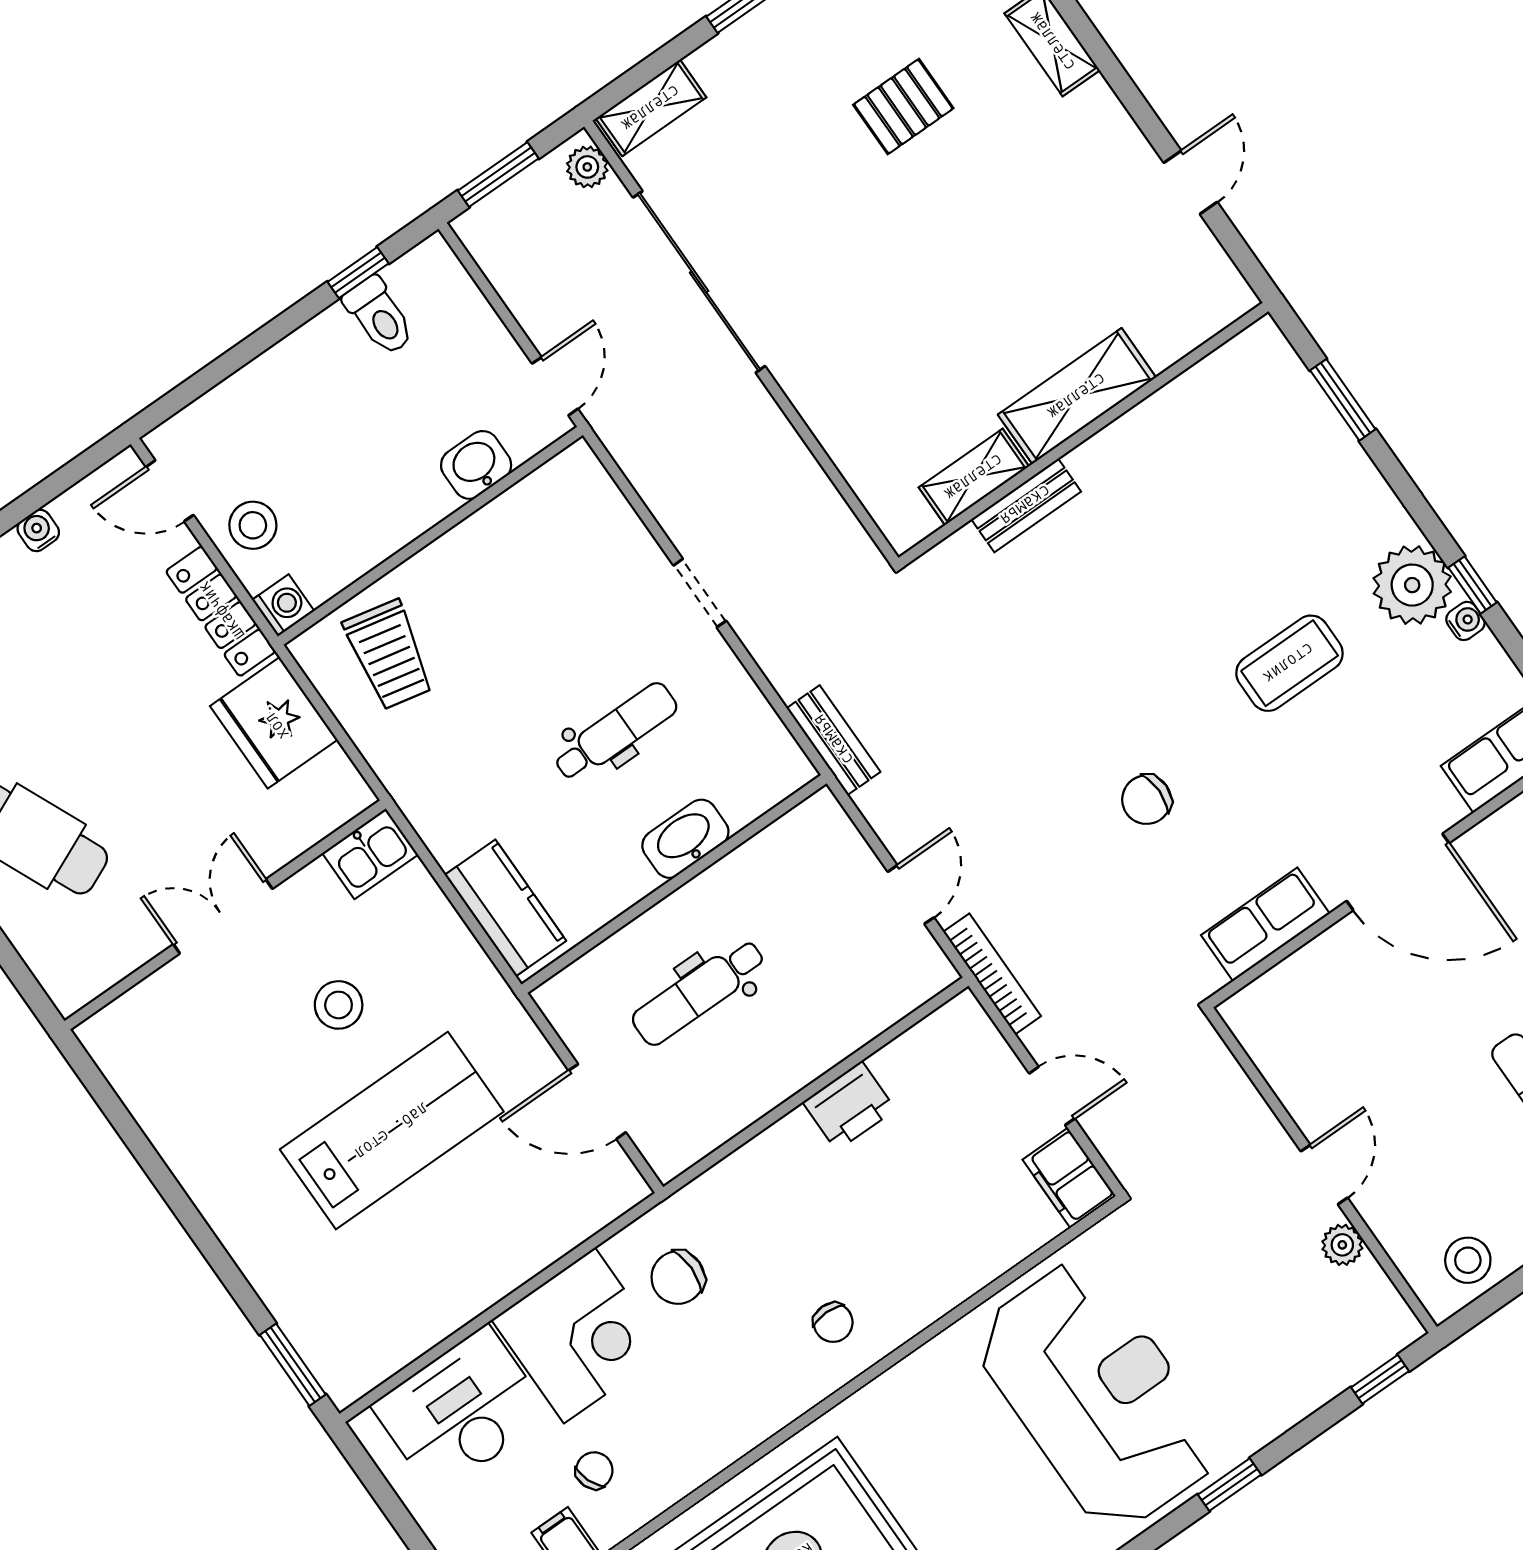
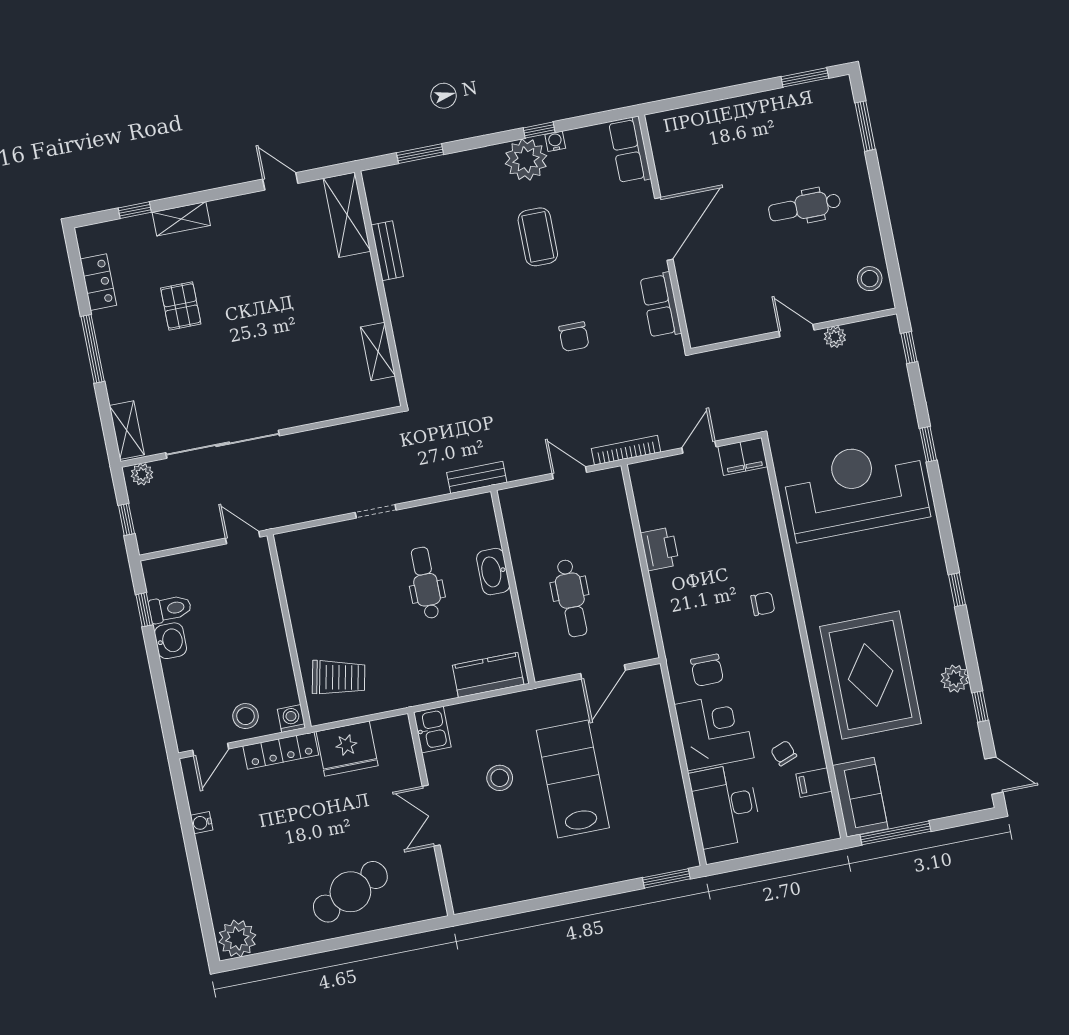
window: (498, 174) -> (126, 520), width x0.67
shelving: (1077, 396) -> (347, 215), moved
washbasin: (476, 465) -> (170, 641), moved, turned 180
bench: (1026, 505) -> (387, 251), moved

